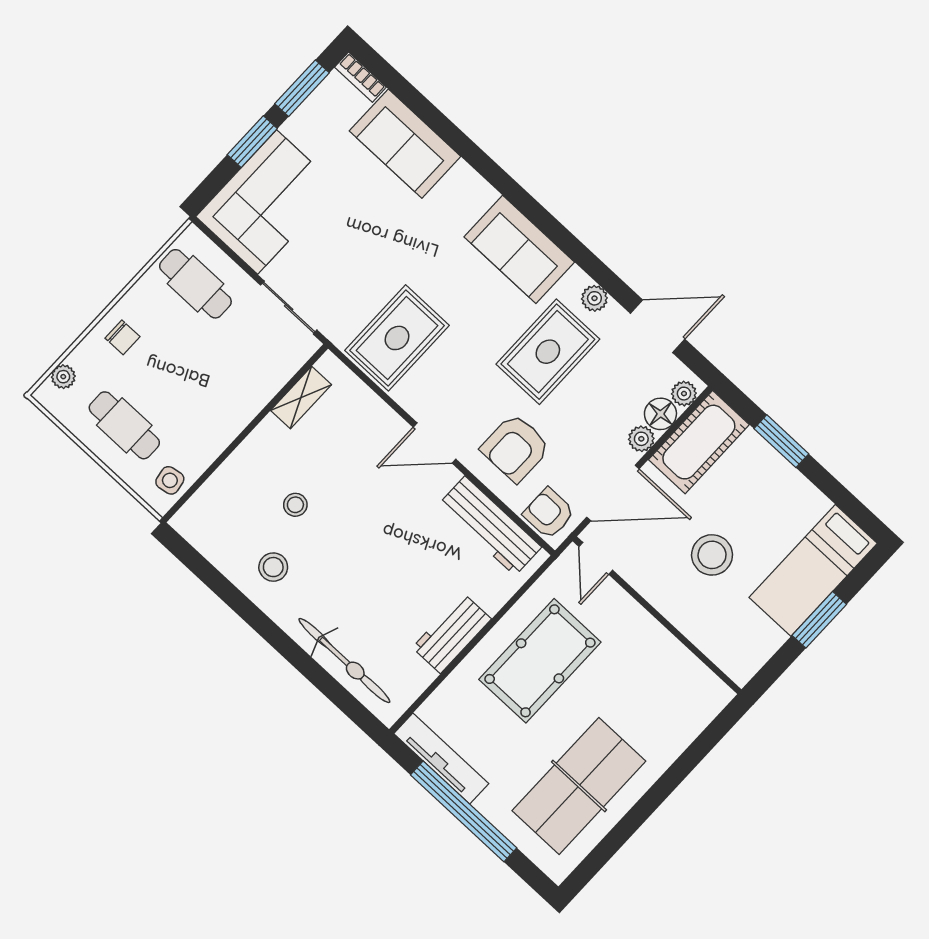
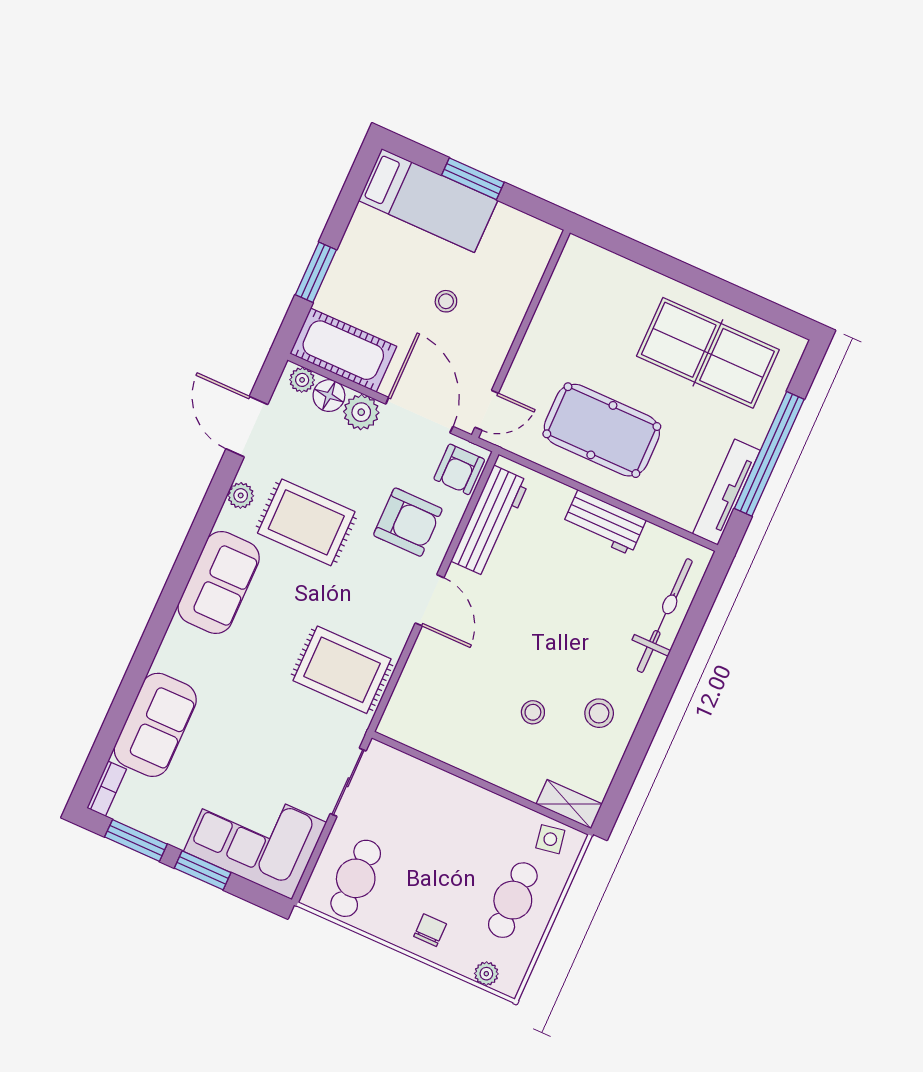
shelving: (301, 398) -> (569, 804), moved
plant: (641, 439) -> (361, 412), width x1.38, depth x1.38
stool: (712, 555) -> (446, 301), width x0.53, depth x0.53

